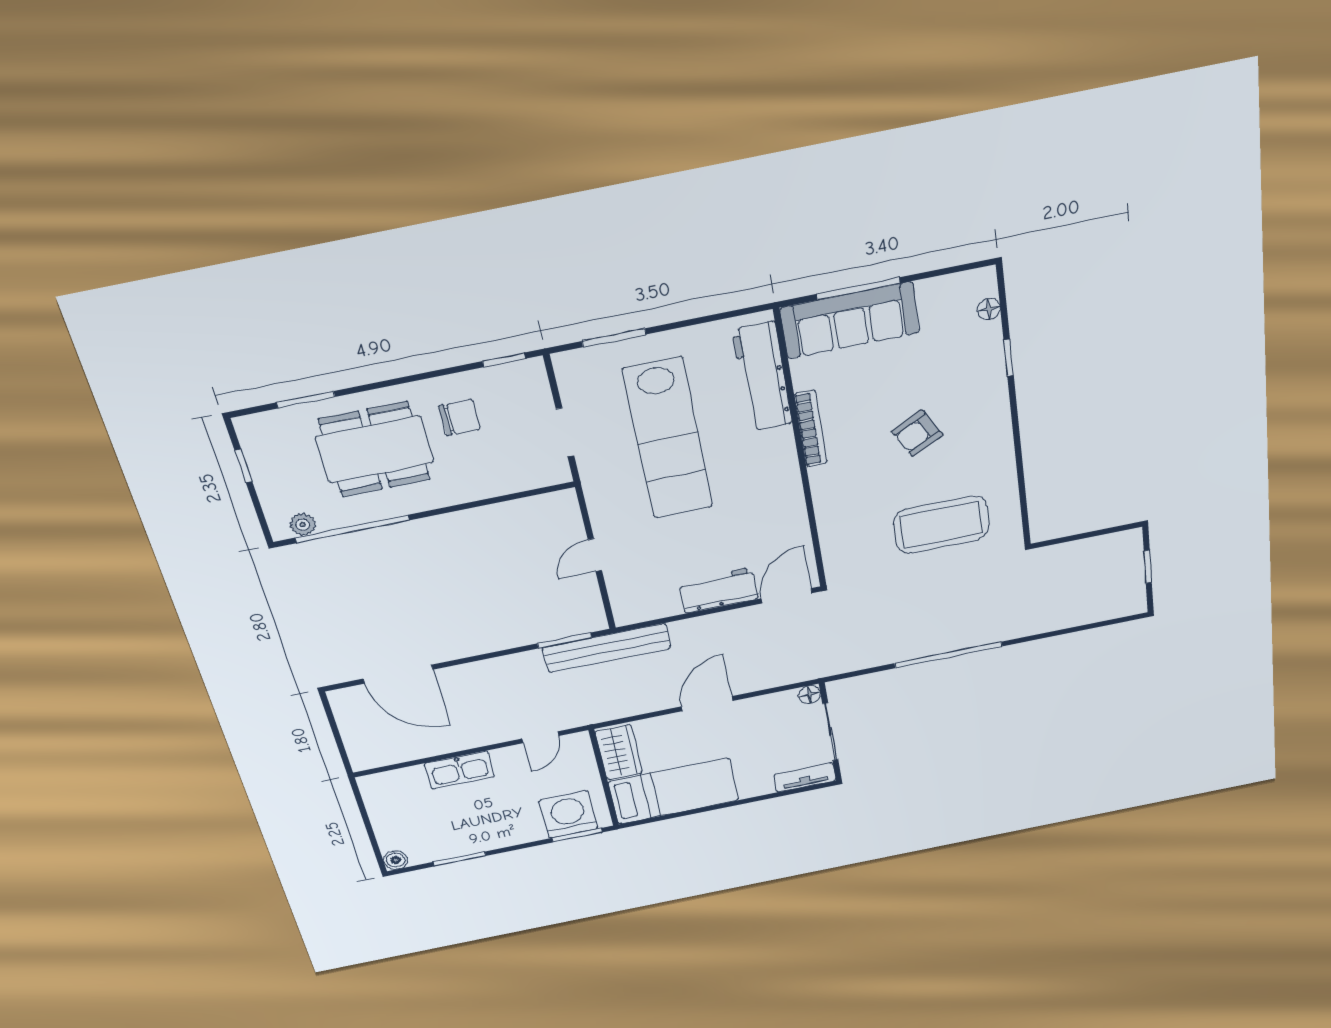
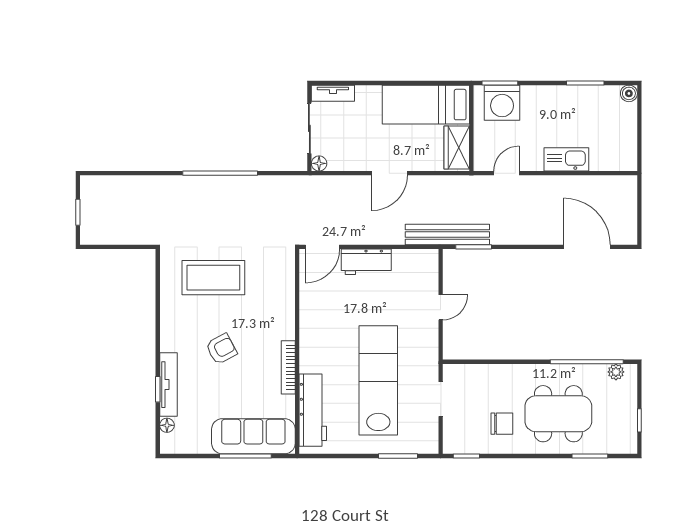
tv unit: (993, 368) -> (168, 385), added
chair: (460, 418) -> (502, 424), turned 180

